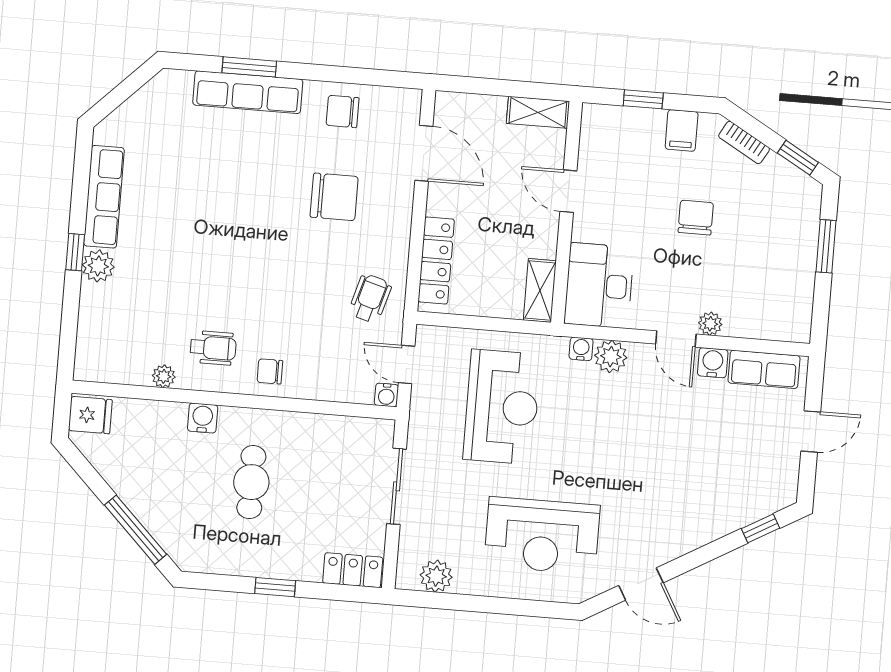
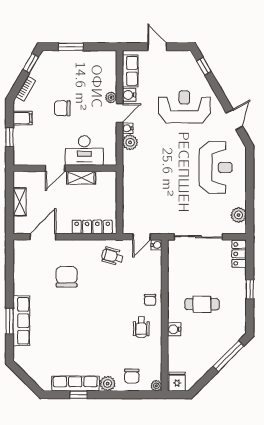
chair: (343, 111) -> (132, 376), moved
shelving: (538, 112) -> (20, 202), moved
window: (75, 252) -> (79, 395), moved
desk: (599, 285) -> (84, 150), moved
shelving: (540, 290) -> (81, 178), moved
wheelchair: (213, 348) -> (141, 327), turned 180
water cooler: (581, 349) -> (128, 128), moved
plant: (164, 376) -> (156, 386), moved
reception desk: (502, 407) -> (184, 107), moved
sliding door: (397, 486) -> (198, 237), width x1.37

